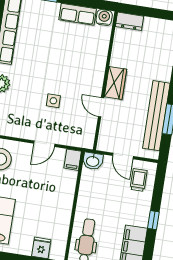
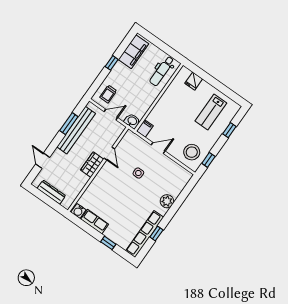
dresser: (129, 21) -> (51, 192), moved, width x1.44
door: (123, 156) -> (111, 115), hinge flipped

